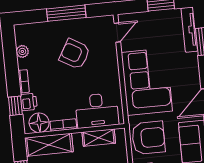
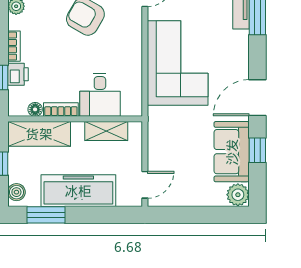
desk: (97, 111) -> (100, 95), width x0.73
floor lamp: (39, 123) -> (35, 109), width x0.53, depth x0.53
armchair: (148, 138) -> (172, 138), removed

